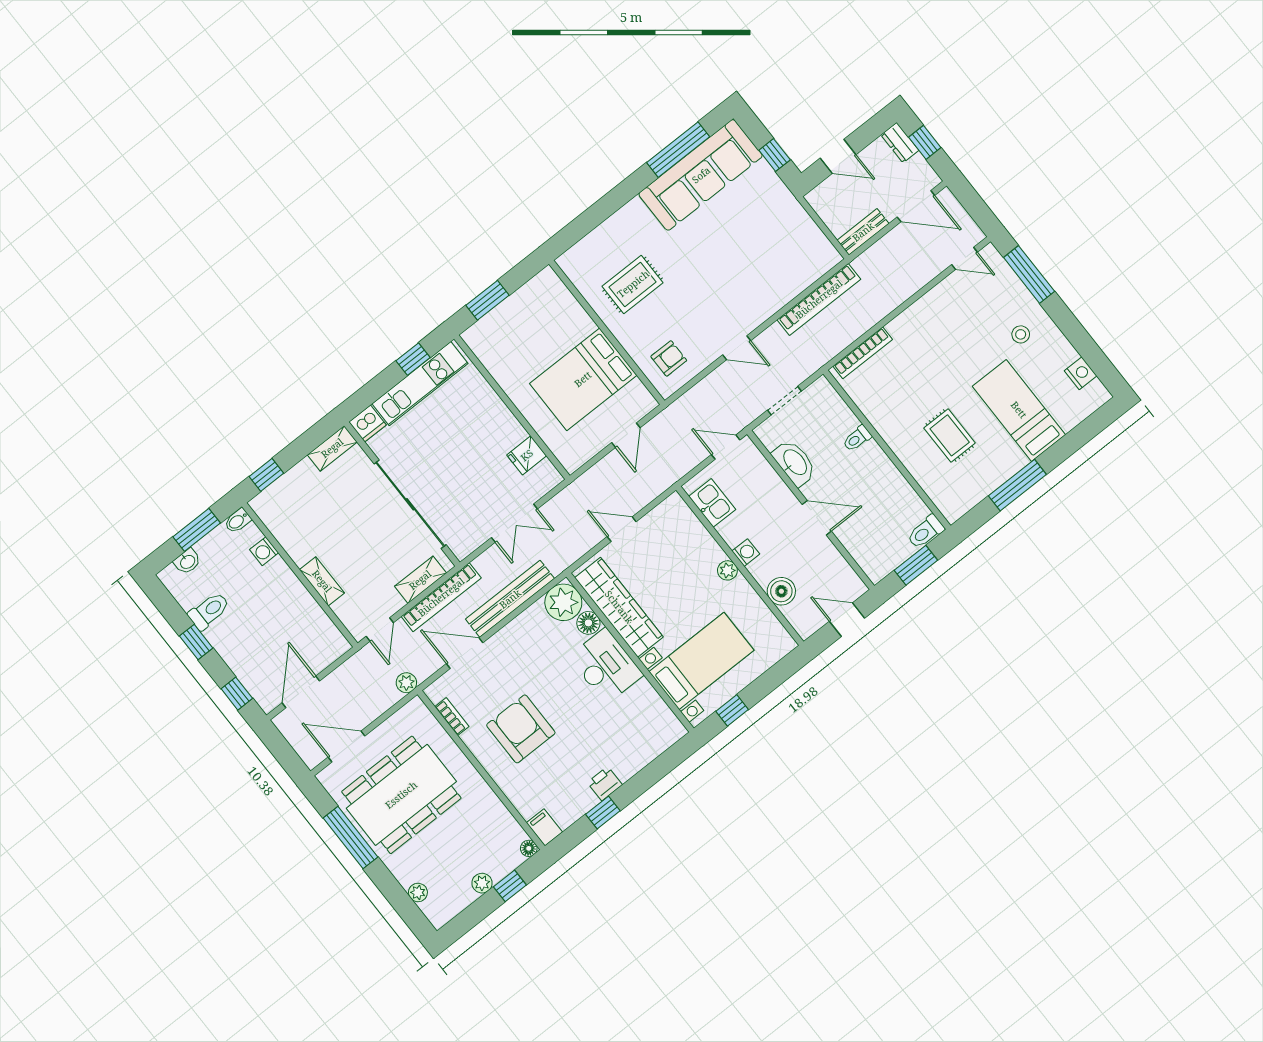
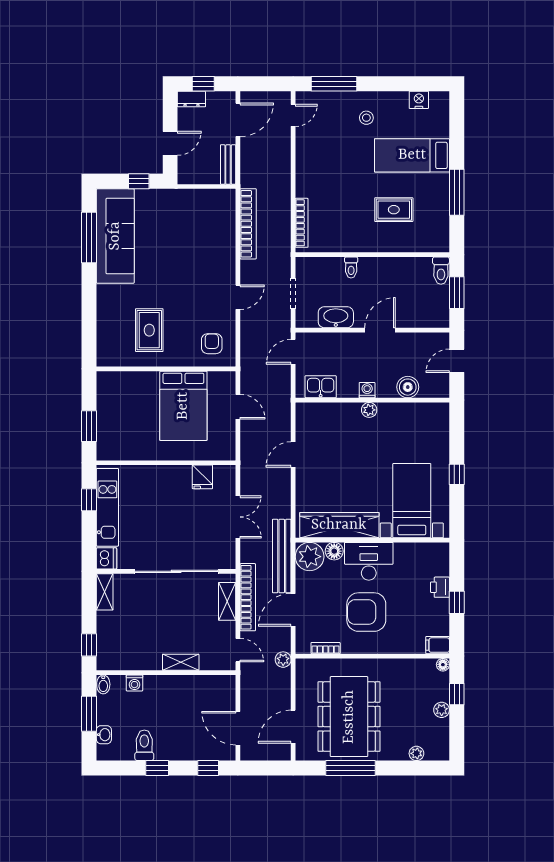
plant: (563, 602) -> (310, 557), moved
wardrobe: (619, 607) -> (339, 525), moved
floor lamp: (588, 623) -> (334, 551), moved
wall: (630, 653) -> (372, 540), moved
bed with nightstands: (701, 661) -> (412, 501), moved
desk: (606, 666) -> (369, 561), moved

